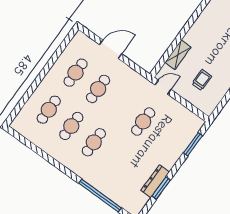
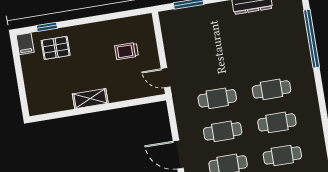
shelving: (178, 55) -> (90, 99), moved
cafe table: (143, 122) -> (217, 98), moved

